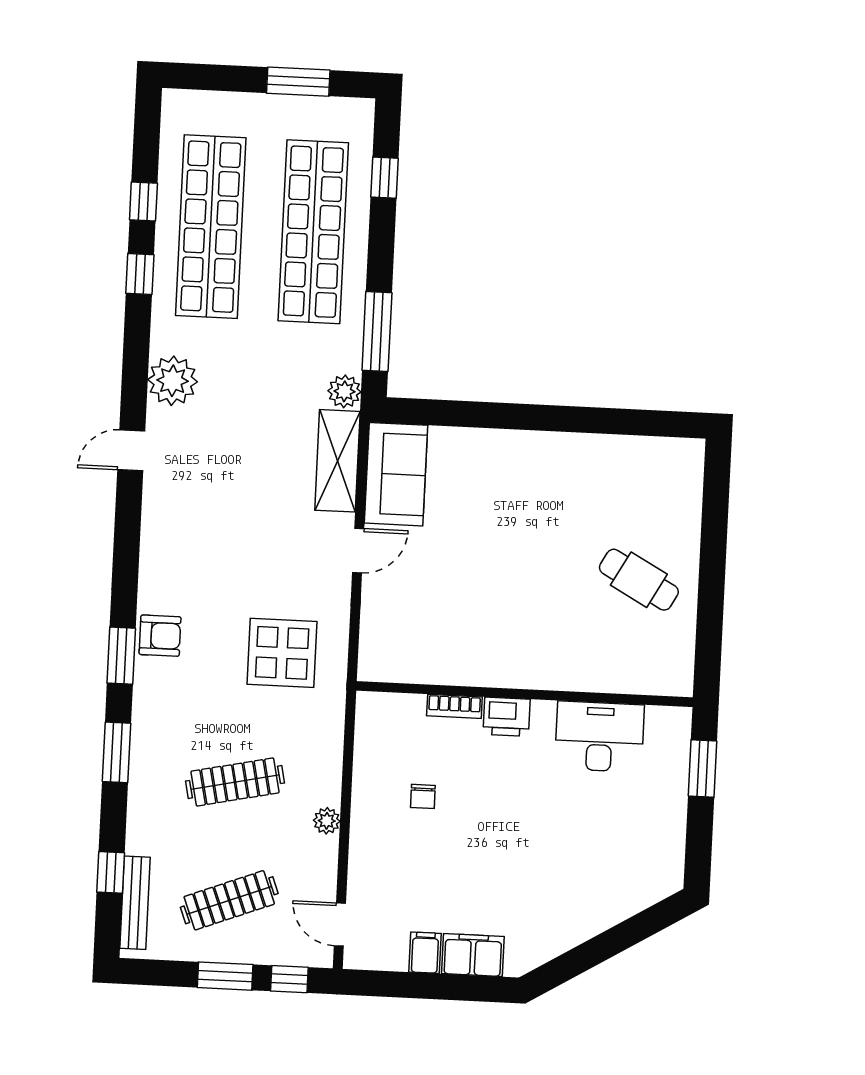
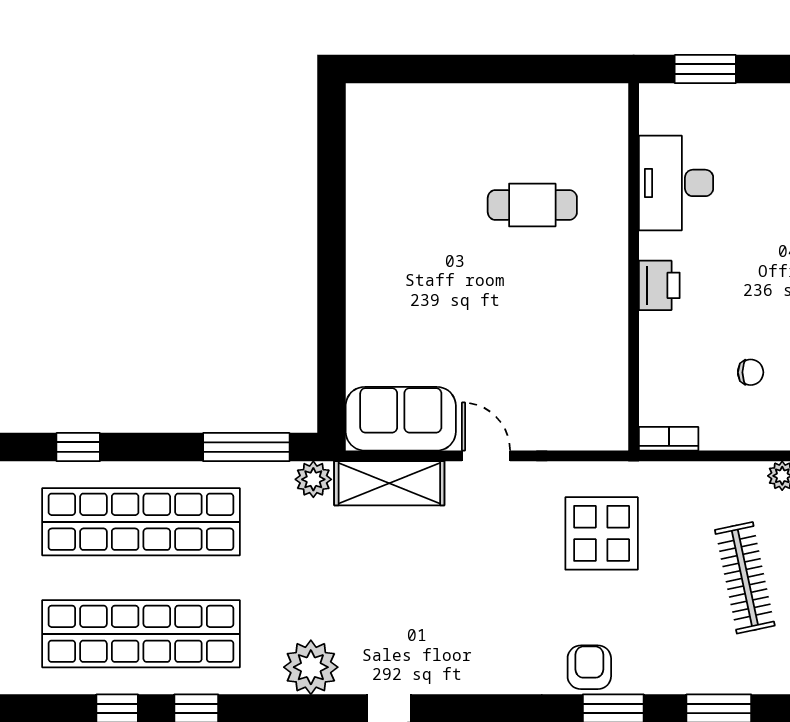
cafe table: (639, 580) -> (532, 205), moved, turned 61
bookcase: (454, 706) -> (669, 439), moved, turned -90

